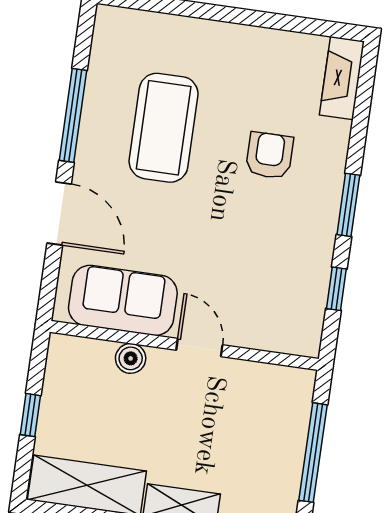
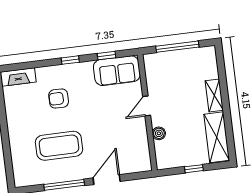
window: (348, 205) -> (70, 60), width x0.67
sofa: (123, 300) -> (117, 71), moved, turned -90

